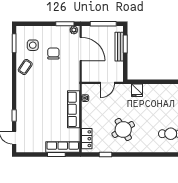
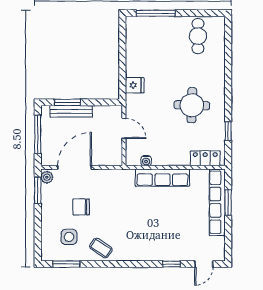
round table: (123, 130) -> (192, 105), turned 33
row of seats: (63, 147) -> (217, 202), width x1.36

